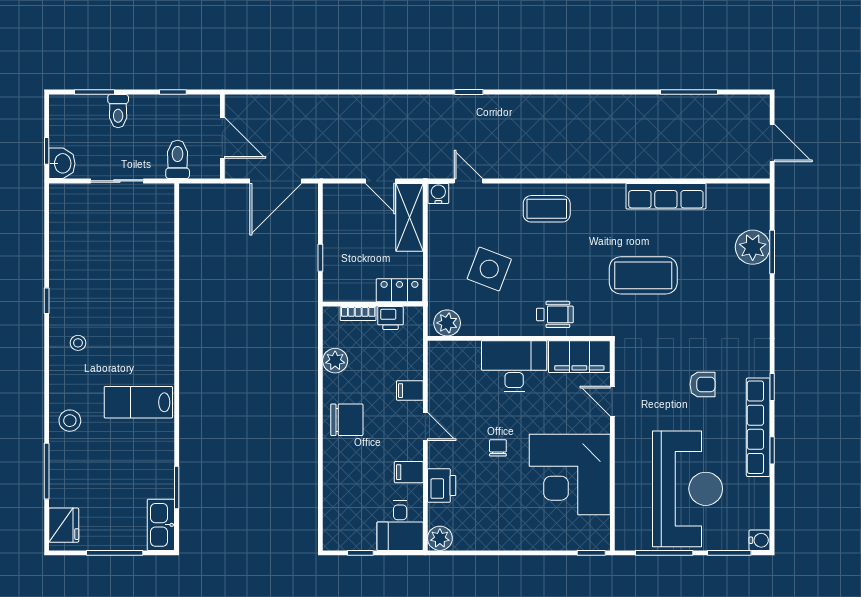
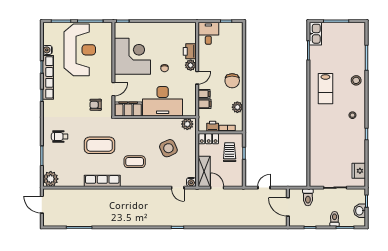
washbasin: (62, 163) -> (360, 211), moved
door: (276, 181) -> (264, 188), width x0.53
row of seats: (666, 196) -> (102, 181), moved
coffee table: (547, 209) -> (135, 162), moved
plant: (753, 247) -> (51, 179), moved
trolley: (353, 260) -> (230, 152), added
side table: (489, 269) -> (168, 148), turned 45
wheelchair: (555, 314) -> (60, 136), moved
desk: (514, 366) -> (163, 101), width x1.36, depth x1.30
armchair: (702, 384) -> (96, 105), moved
door: (612, 401) -> (113, 89), hinge flipped
lab bench: (138, 402) -> (325, 89), turned 90
chair: (347, 420) -> (232, 81), turned -90
door: (425, 426) -> (197, 78), swing flipped
filing cabinet: (409, 472) -> (204, 104), moved
reception desk: (688, 489) -> (80, 50), turned 180
fridge: (64, 525) -> (359, 171), moved
plant: (440, 538) -> (191, 65), moved
water cooler: (760, 540) -> (47, 50), moved

